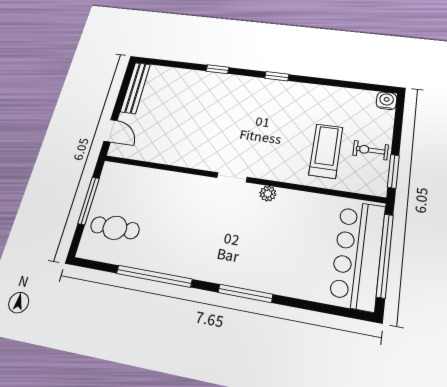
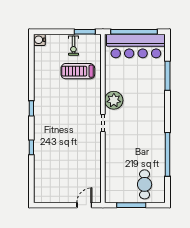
bench: (135, 88) -> (52, 198), removed
plant: (268, 194) -> (114, 100), width x1.88, depth x1.88
window: (245, 293) -> (168, 76), moved

